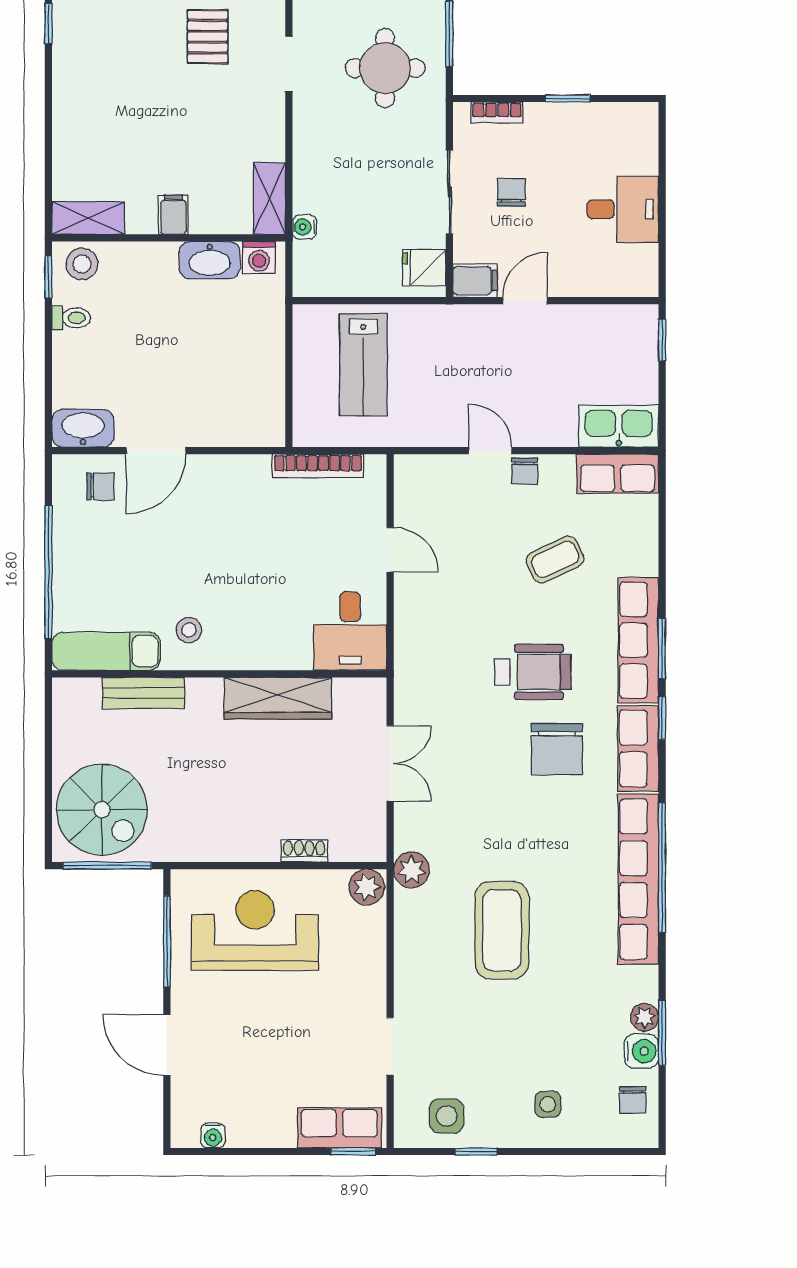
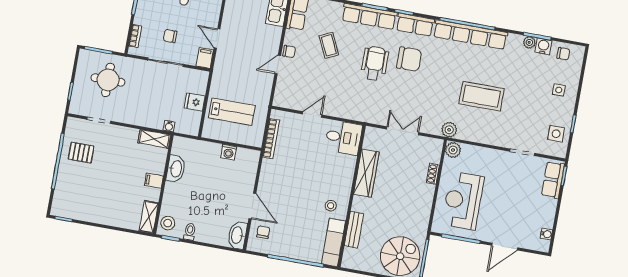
washing machine: (259, 258) -> (229, 152), moved, turned 90
fridge: (424, 268) -> (195, 102), moved, turned 90

